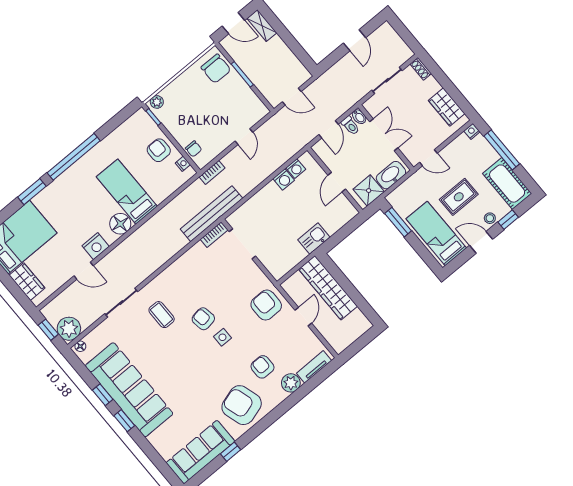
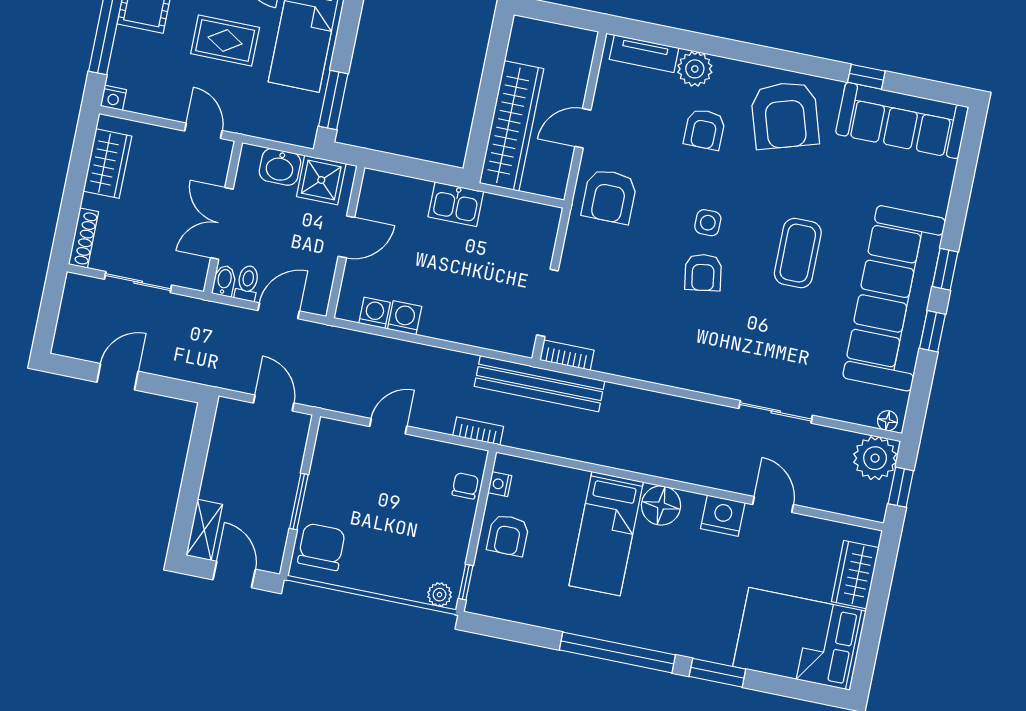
shoe rack: (421, 69) -> (83, 238), width x1.43
washbasin: (391, 175) -> (280, 167), width x0.72
coffee table: (162, 315) -> (798, 253), moved, width x1.36, depth x1.30

